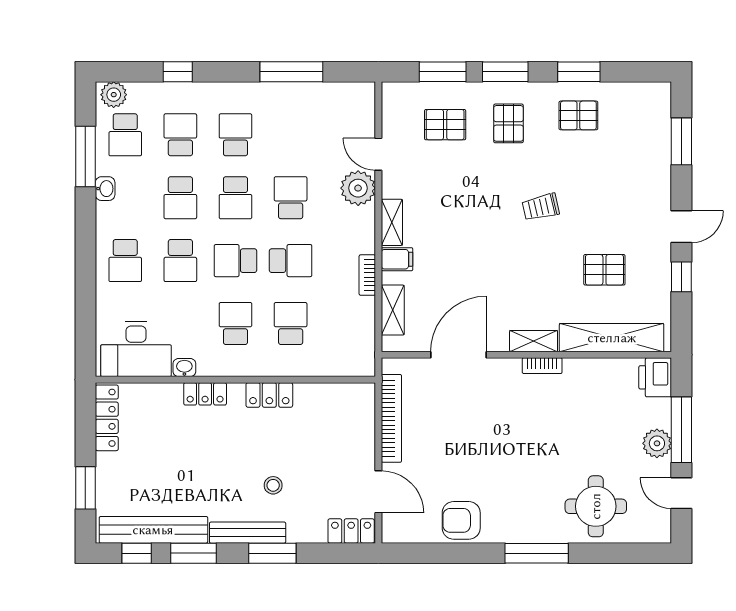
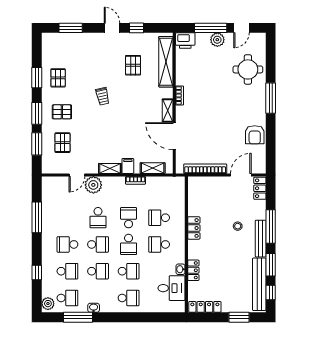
school desk: (180, 135) -> (67, 271), turned 180
school desk: (291, 198) -> (98, 218), turned -90
shelving: (534, 341) -> (168, 111), moved
desk: (136, 349) -> (171, 288), width x0.73
locker: (205, 394) -> (193, 270), moved
window: (272, 553) -> (271, 226), width x1.44

